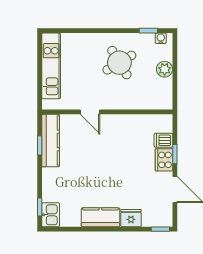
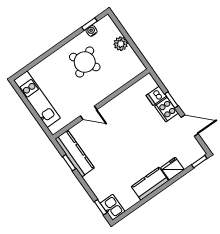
water cooler: (161, 38) -> (92, 31), moved

